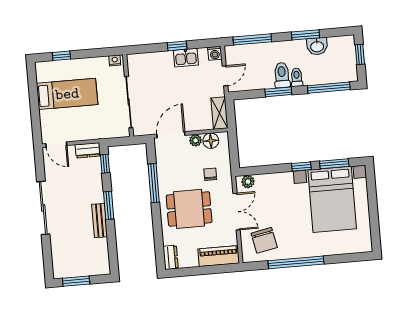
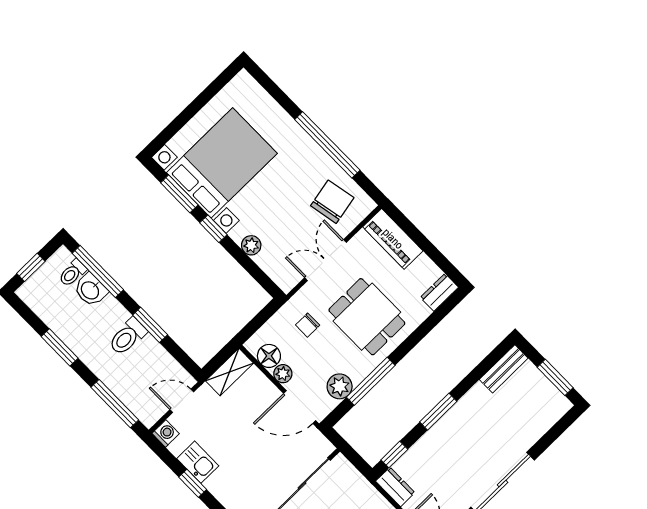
washbasin: (317, 46) -> (91, 290), moved, turned 180
toilet: (297, 77) -> (72, 273), moved
plant: (164, 165) -> (340, 386), added
plant: (248, 182) -> (251, 245), moved
bench: (100, 221) -> (504, 369), moved

